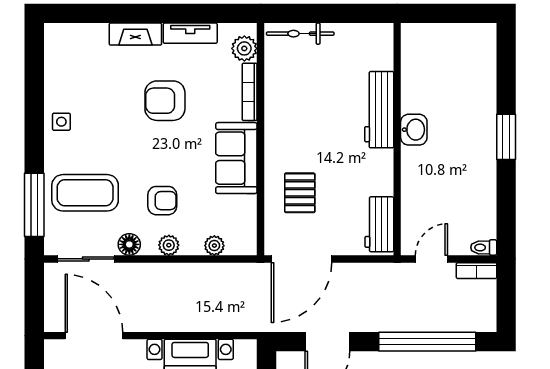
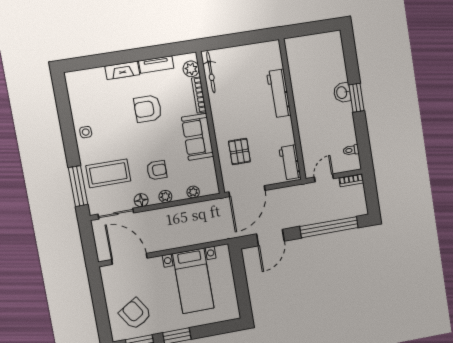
bicycle: (300, 34) -> (211, 72), moved, turned -90
washbasin: (414, 130) -> (342, 93), moved, turned 180
toilet: (484, 247) -> (351, 150), moved

